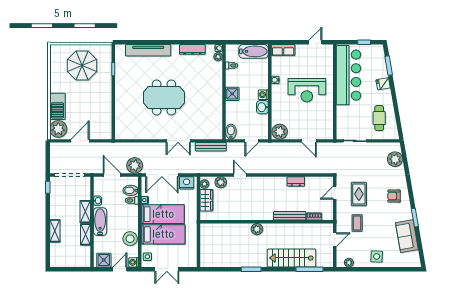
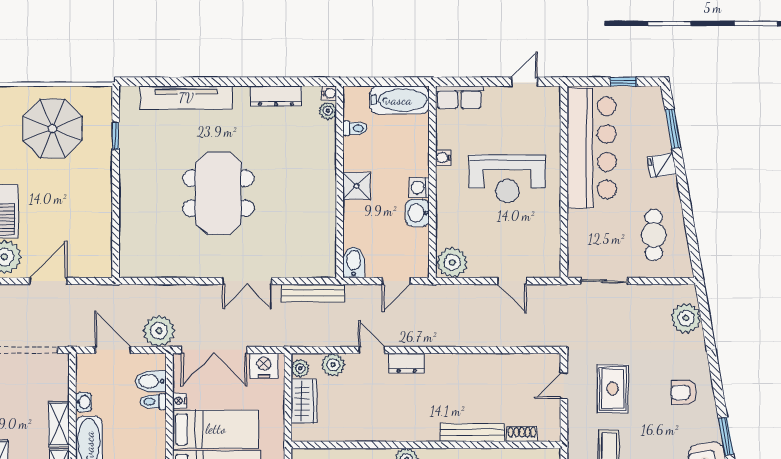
meeting table: (164, 97) -> (218, 193), turned 90
dresser: (296, 181) -> (407, 363), moved

